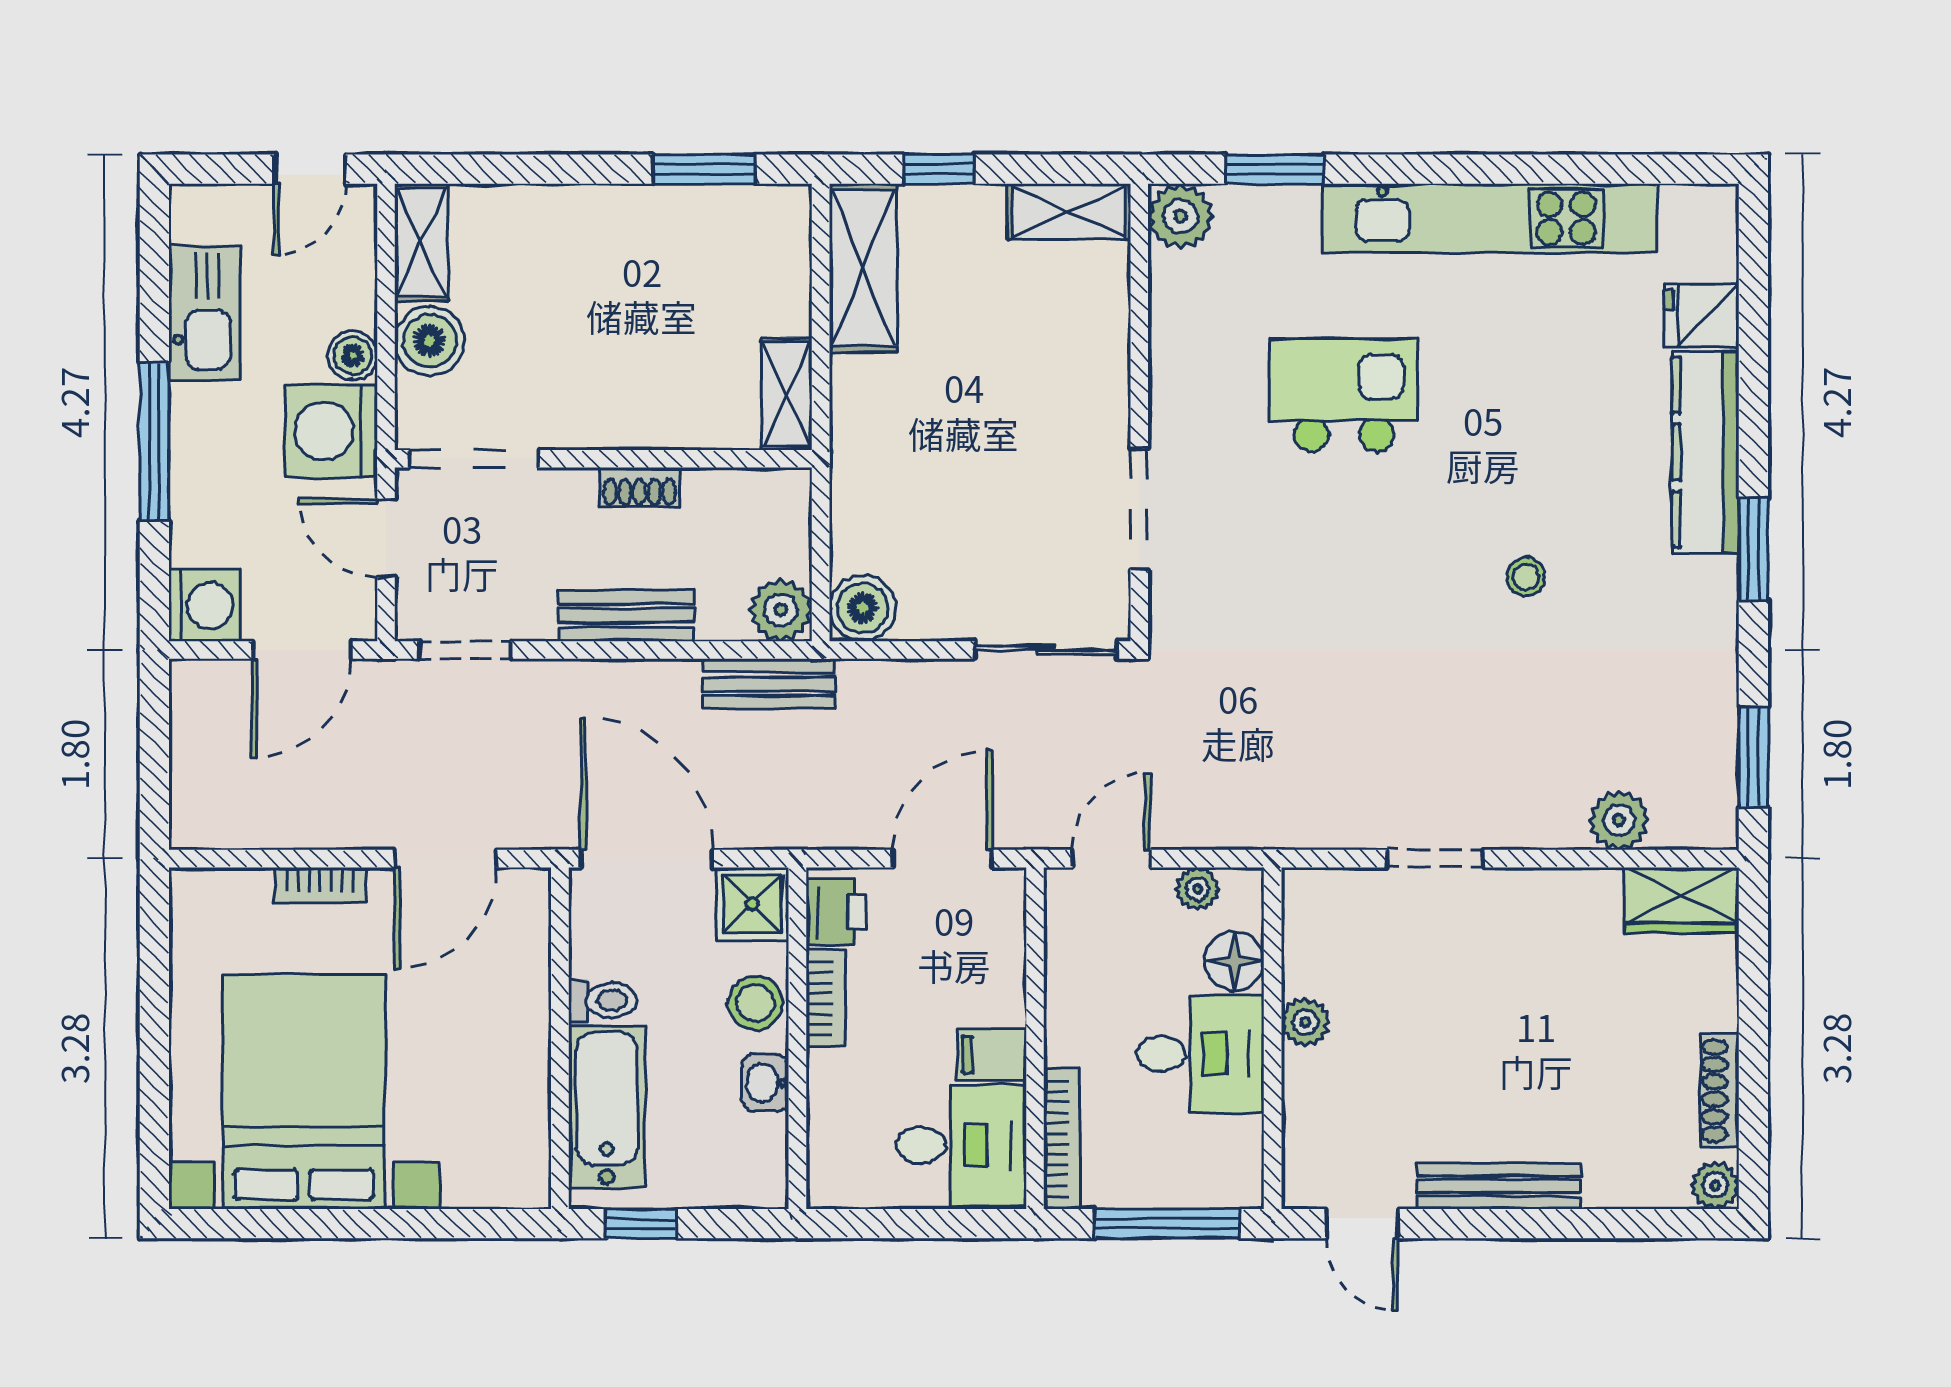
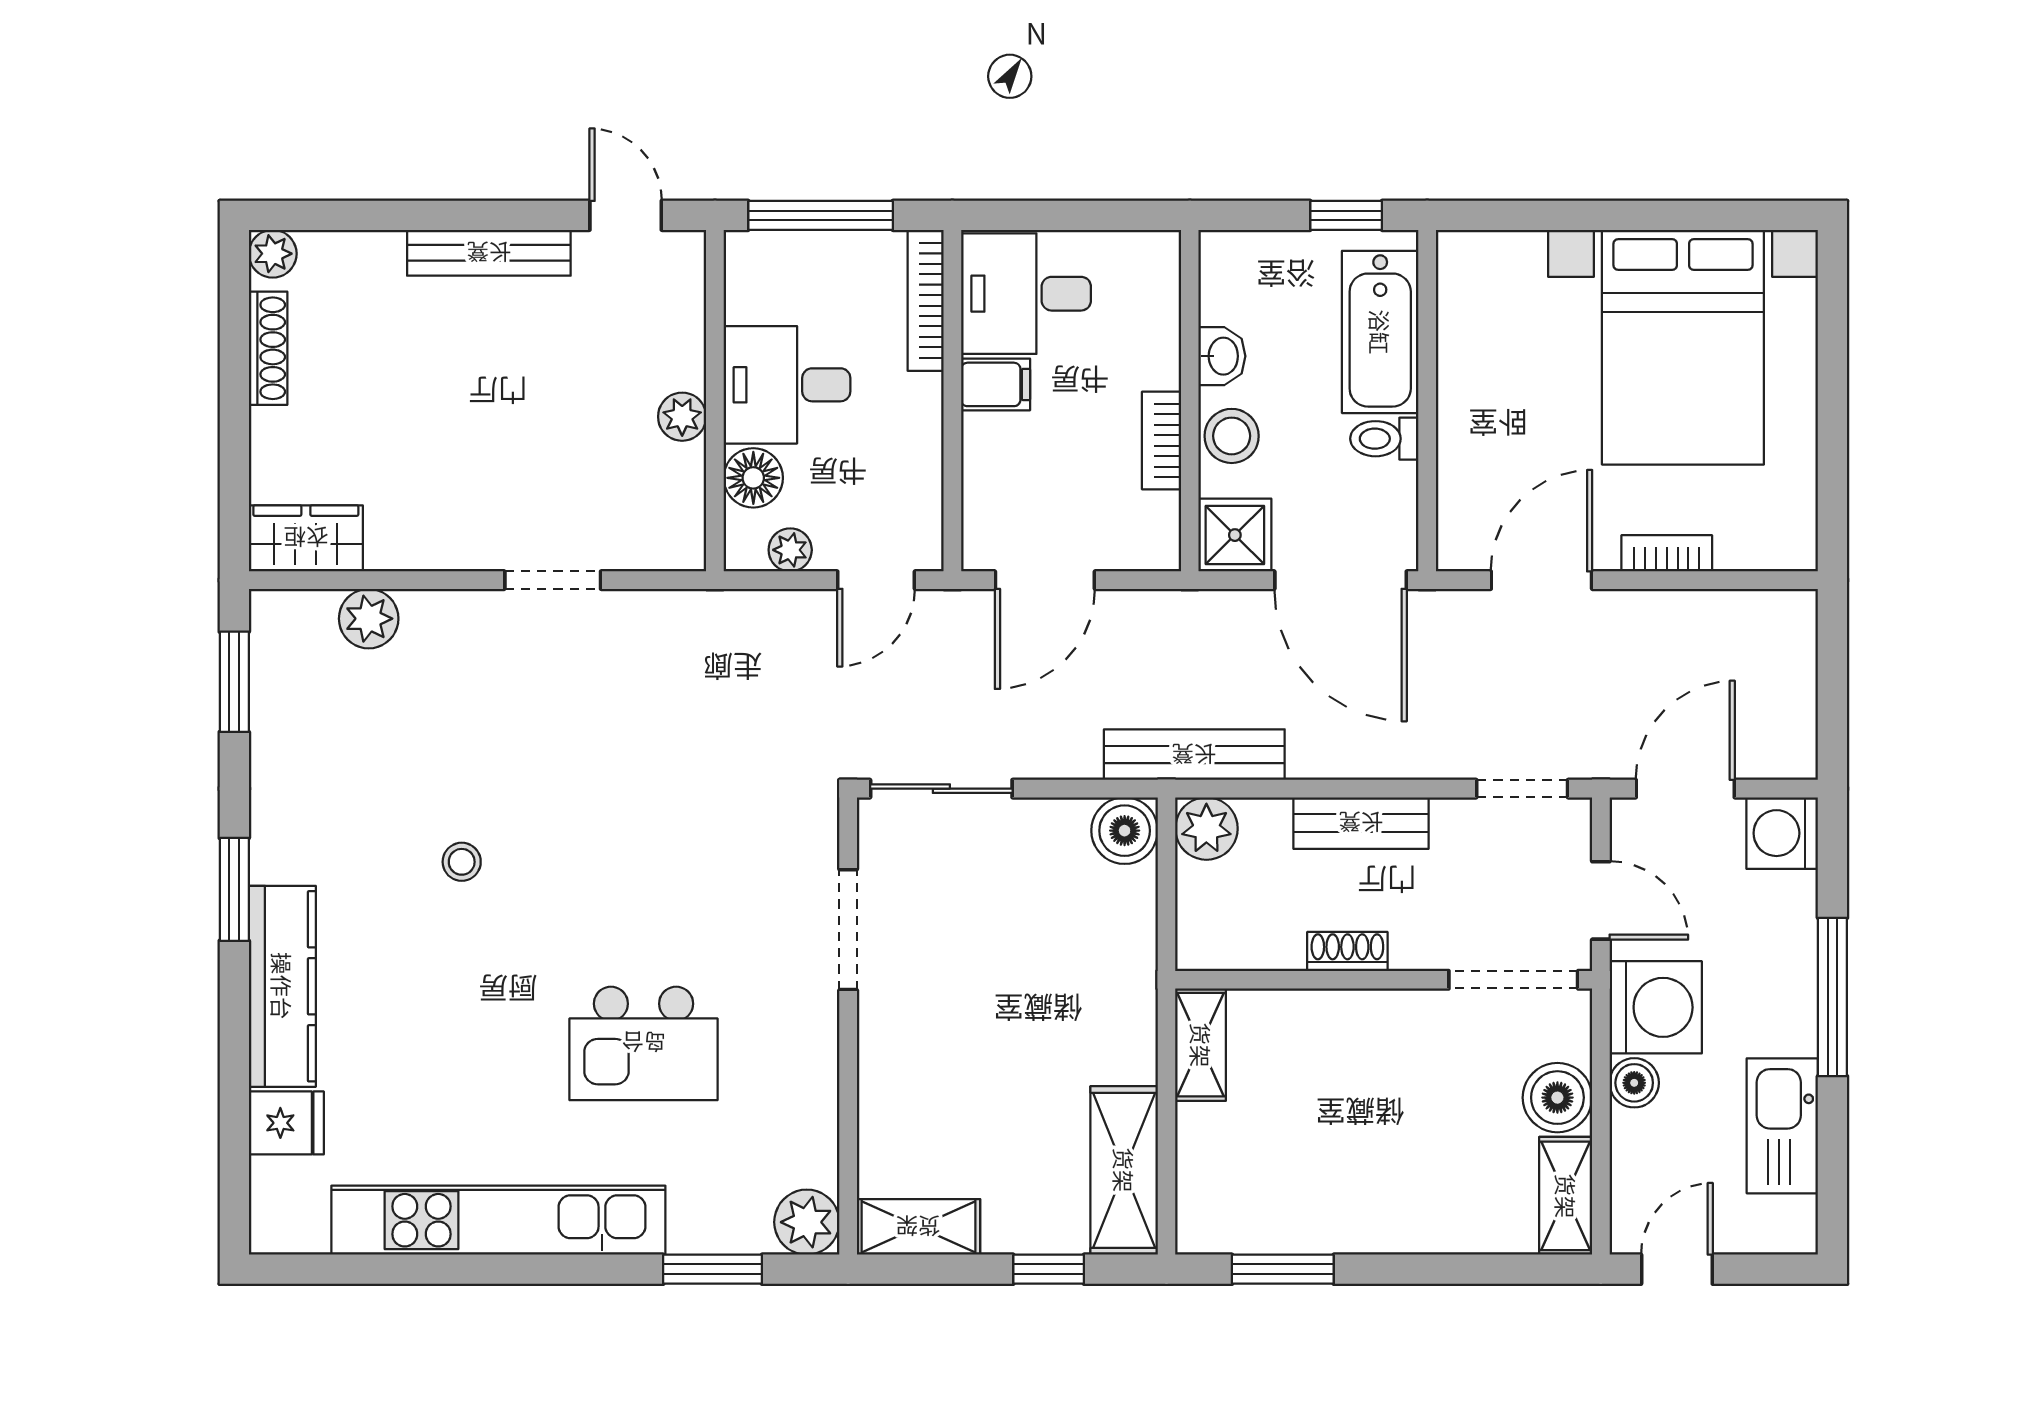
bench: (769, 684) -> (1194, 755), width x1.36
printer: (836, 912) -> (1151, 527), removed

